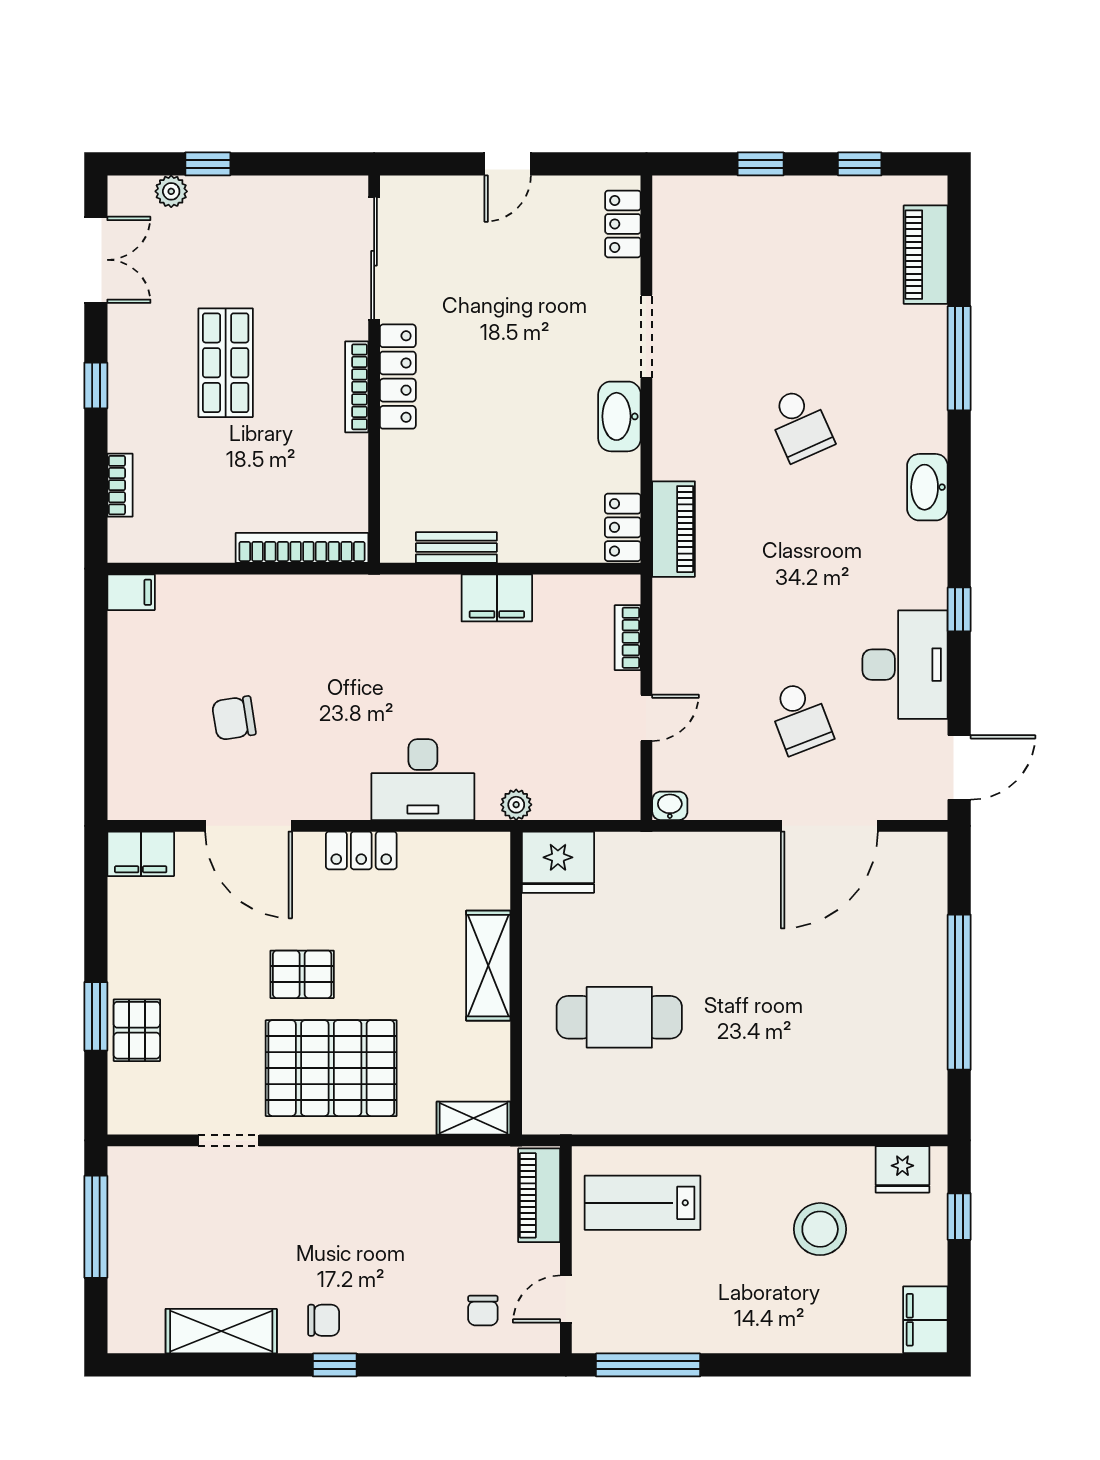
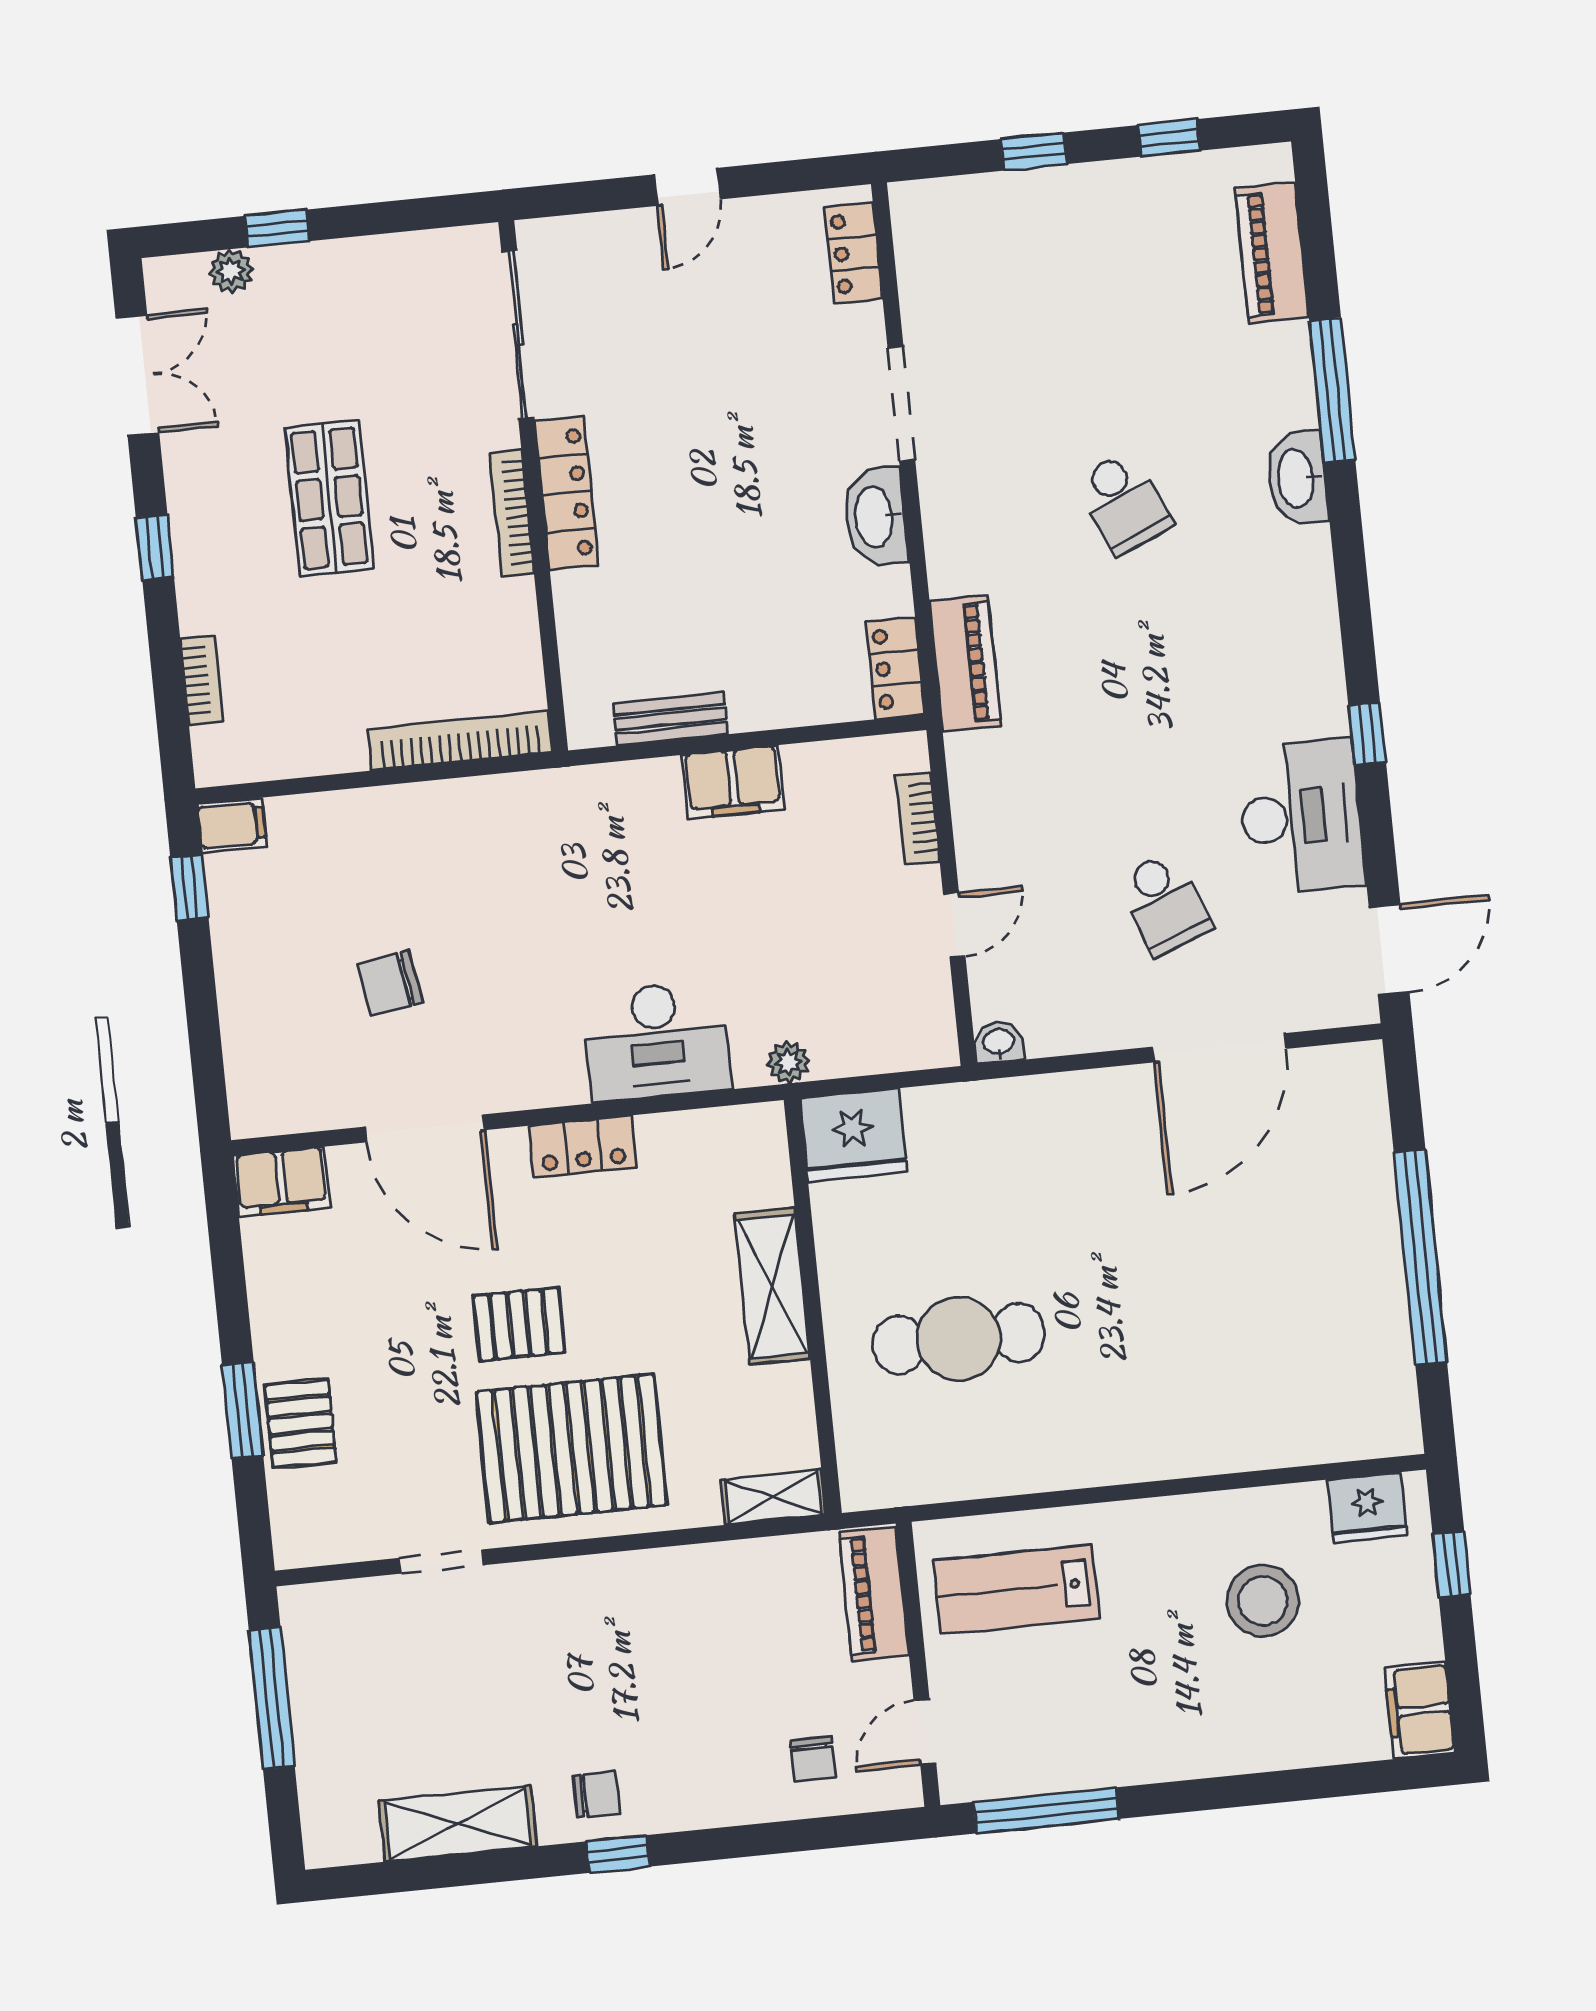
washbasin: (927, 487) -> (1297, 478), moved
window: (96, 634) -> (189, 888), added

